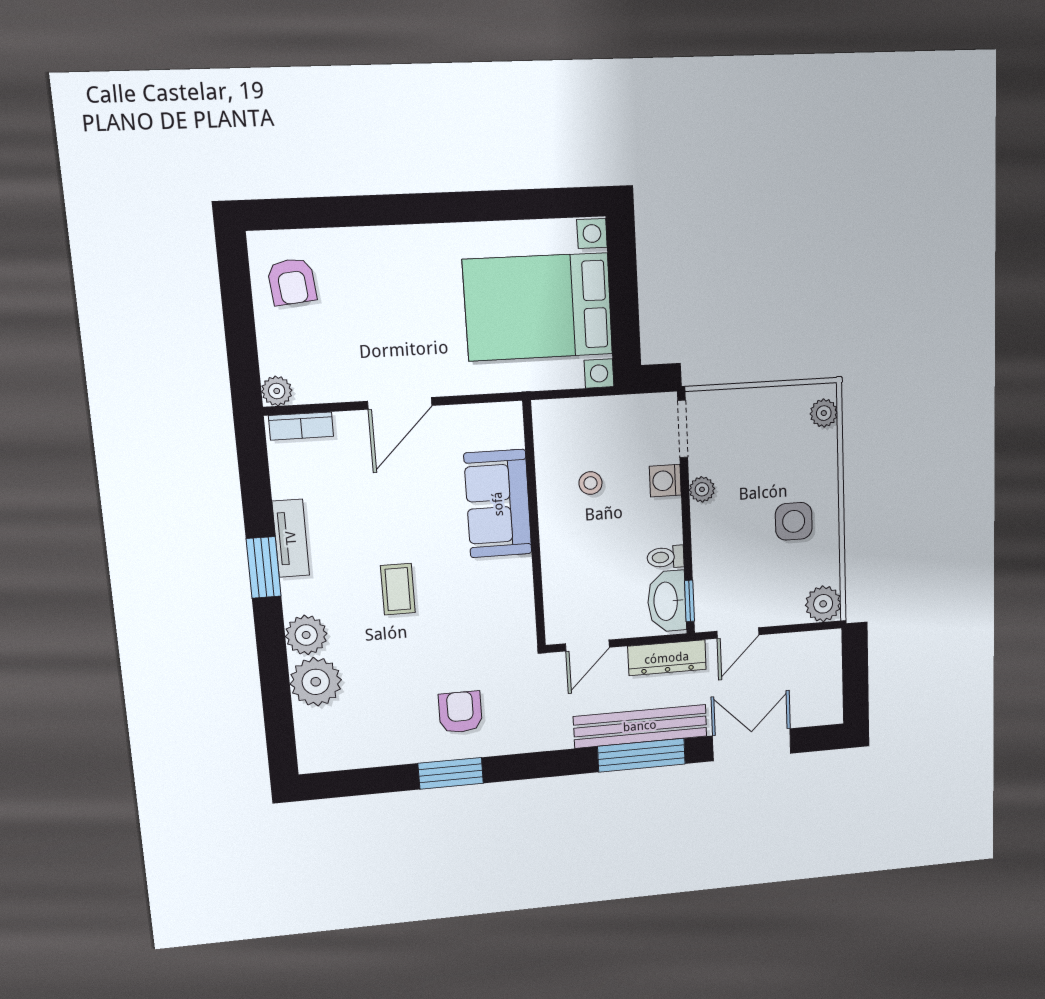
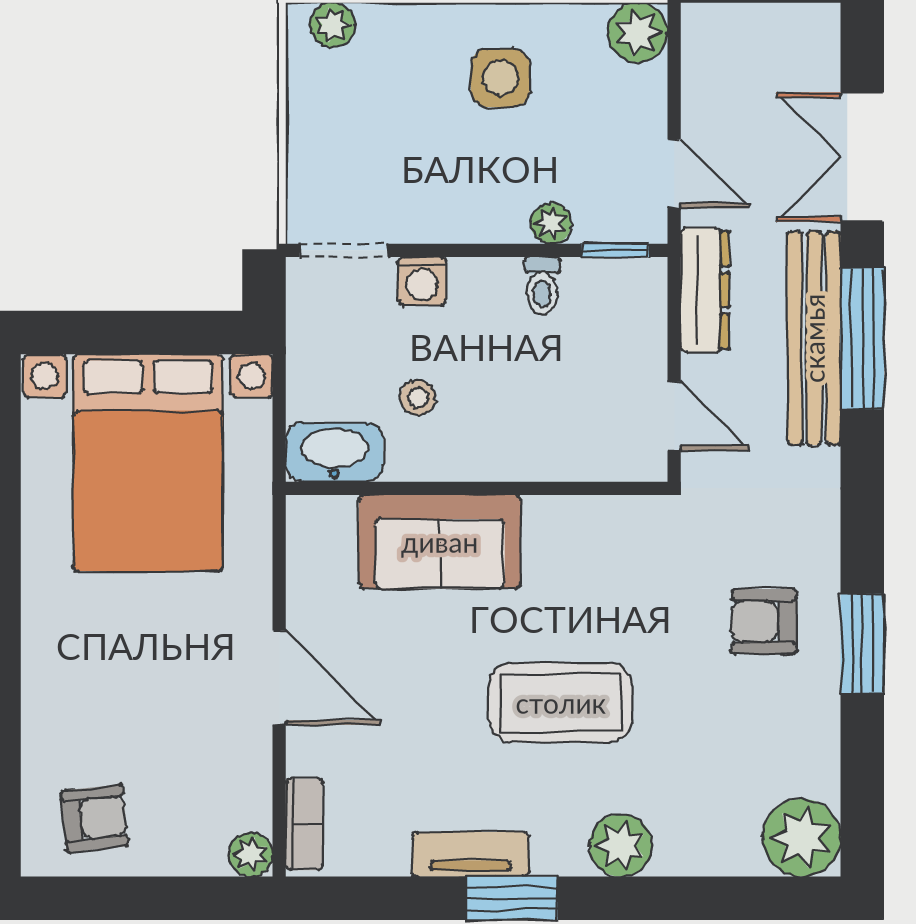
plant: (702, 489) -> (551, 223), moved
coffee table: (398, 589) -> (561, 703), width x1.86, depth x1.72
washbasin: (667, 601) -> (334, 452), moved, turned 180
plant: (316, 682) -> (802, 838), moved

